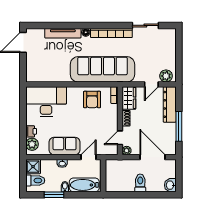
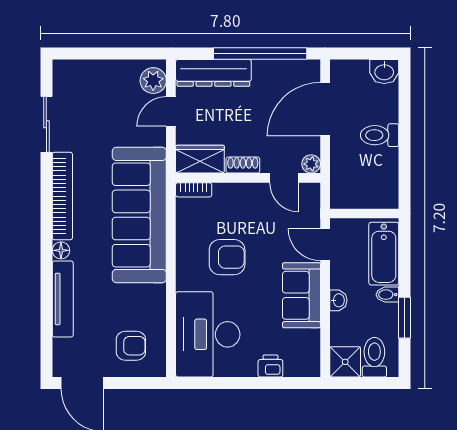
armchair: (41, 65) -> (131, 346), added
door: (151, 84) -> (171, 111), swing flipped
armchair: (92, 99) -> (227, 257), moved
window: (179, 126) -> (260, 53), width x1.46
plant: (32, 144) -> (298, 364), removed

